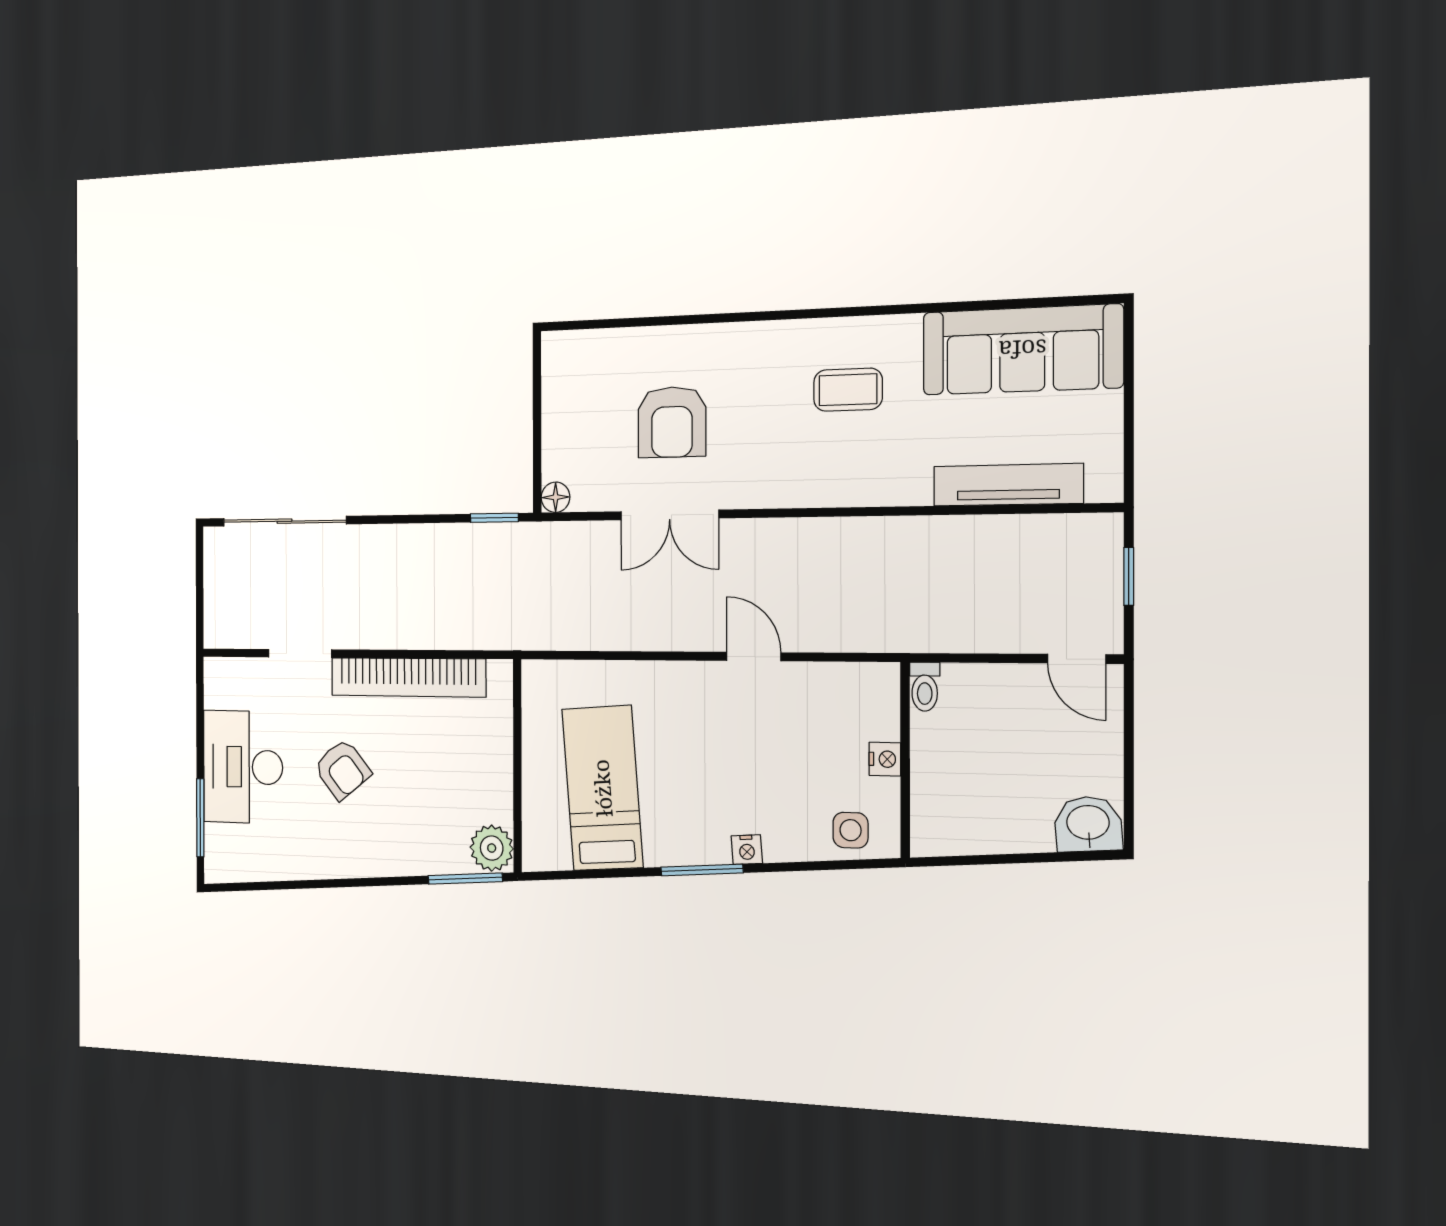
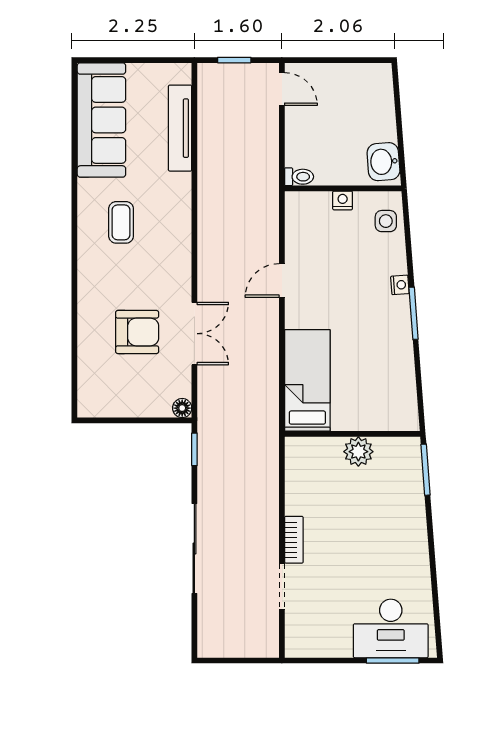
sliding door: (284, 521) -> (194, 549), moved
door: (1077, 659) -> (282, 89), hinge flipped
bookcase: (408, 677) -> (294, 540), width x0.43, depth x0.76
desk: (243, 767) -> (391, 628), moved
armchair: (342, 769) -> (358, 556), removed
bed: (602, 788) -> (307, 380), moved, turned 94
washbasin: (1088, 824) -> (383, 162), moved
plant: (492, 848) -> (358, 452), moved

